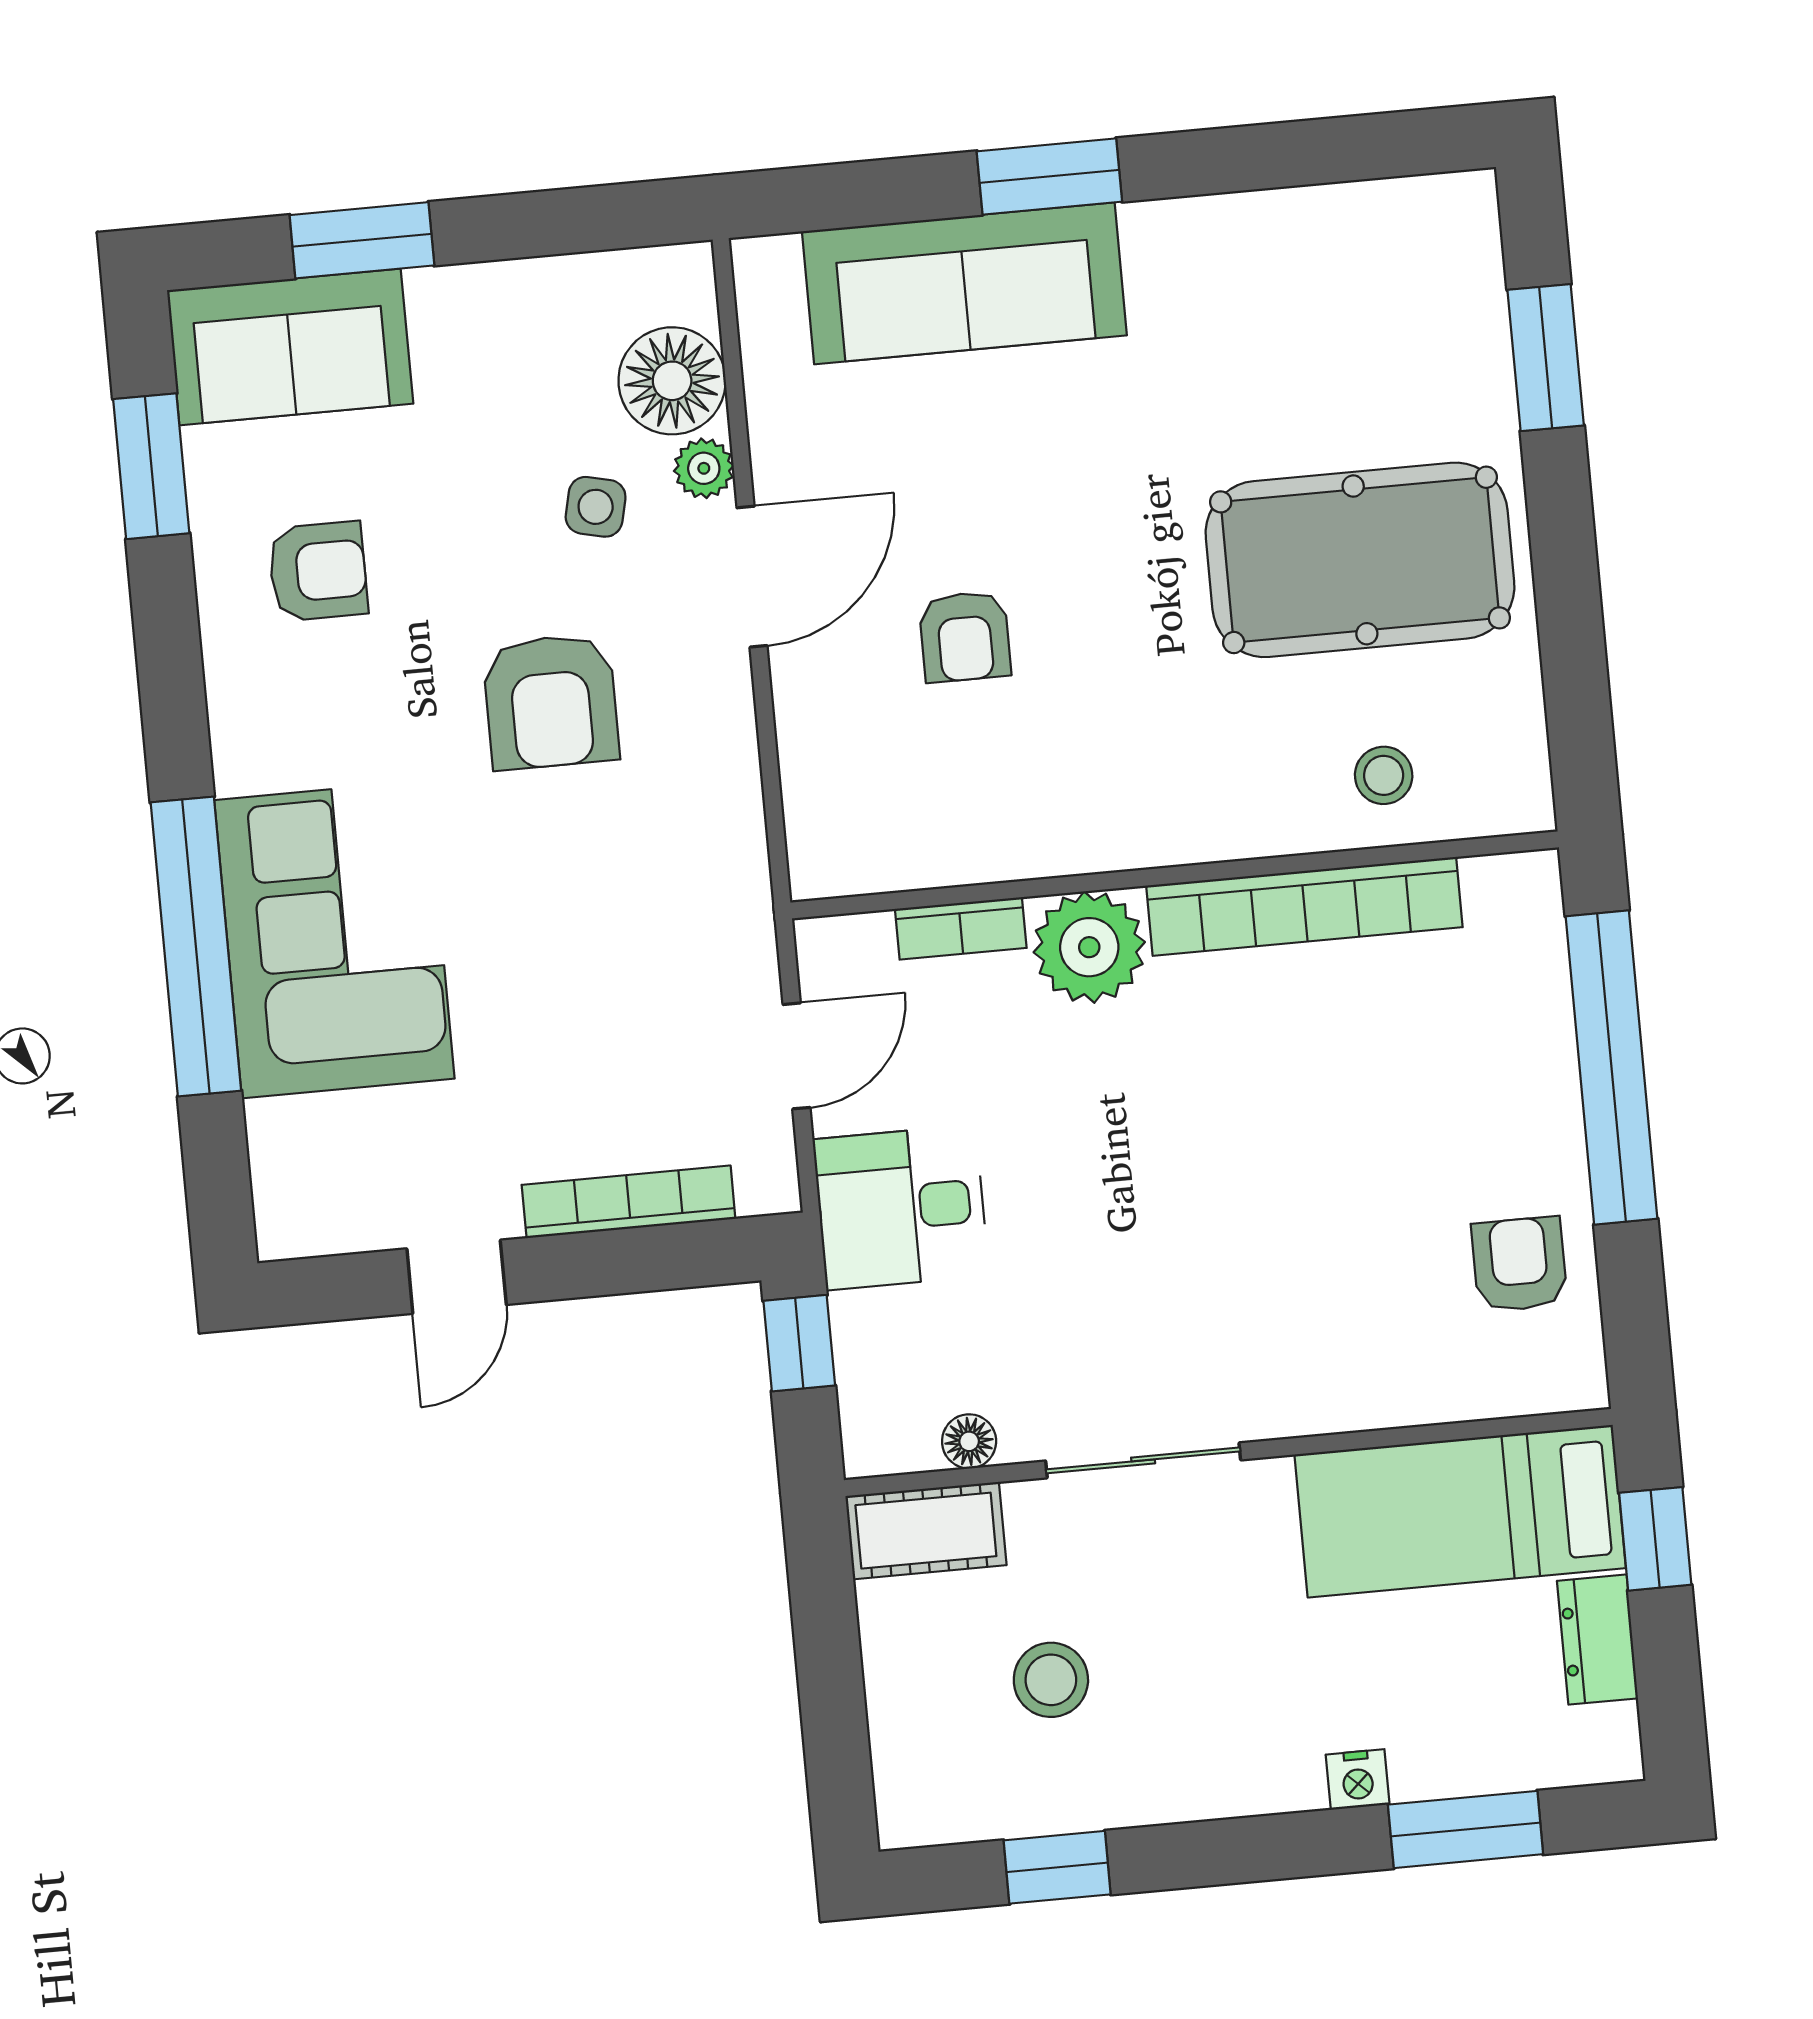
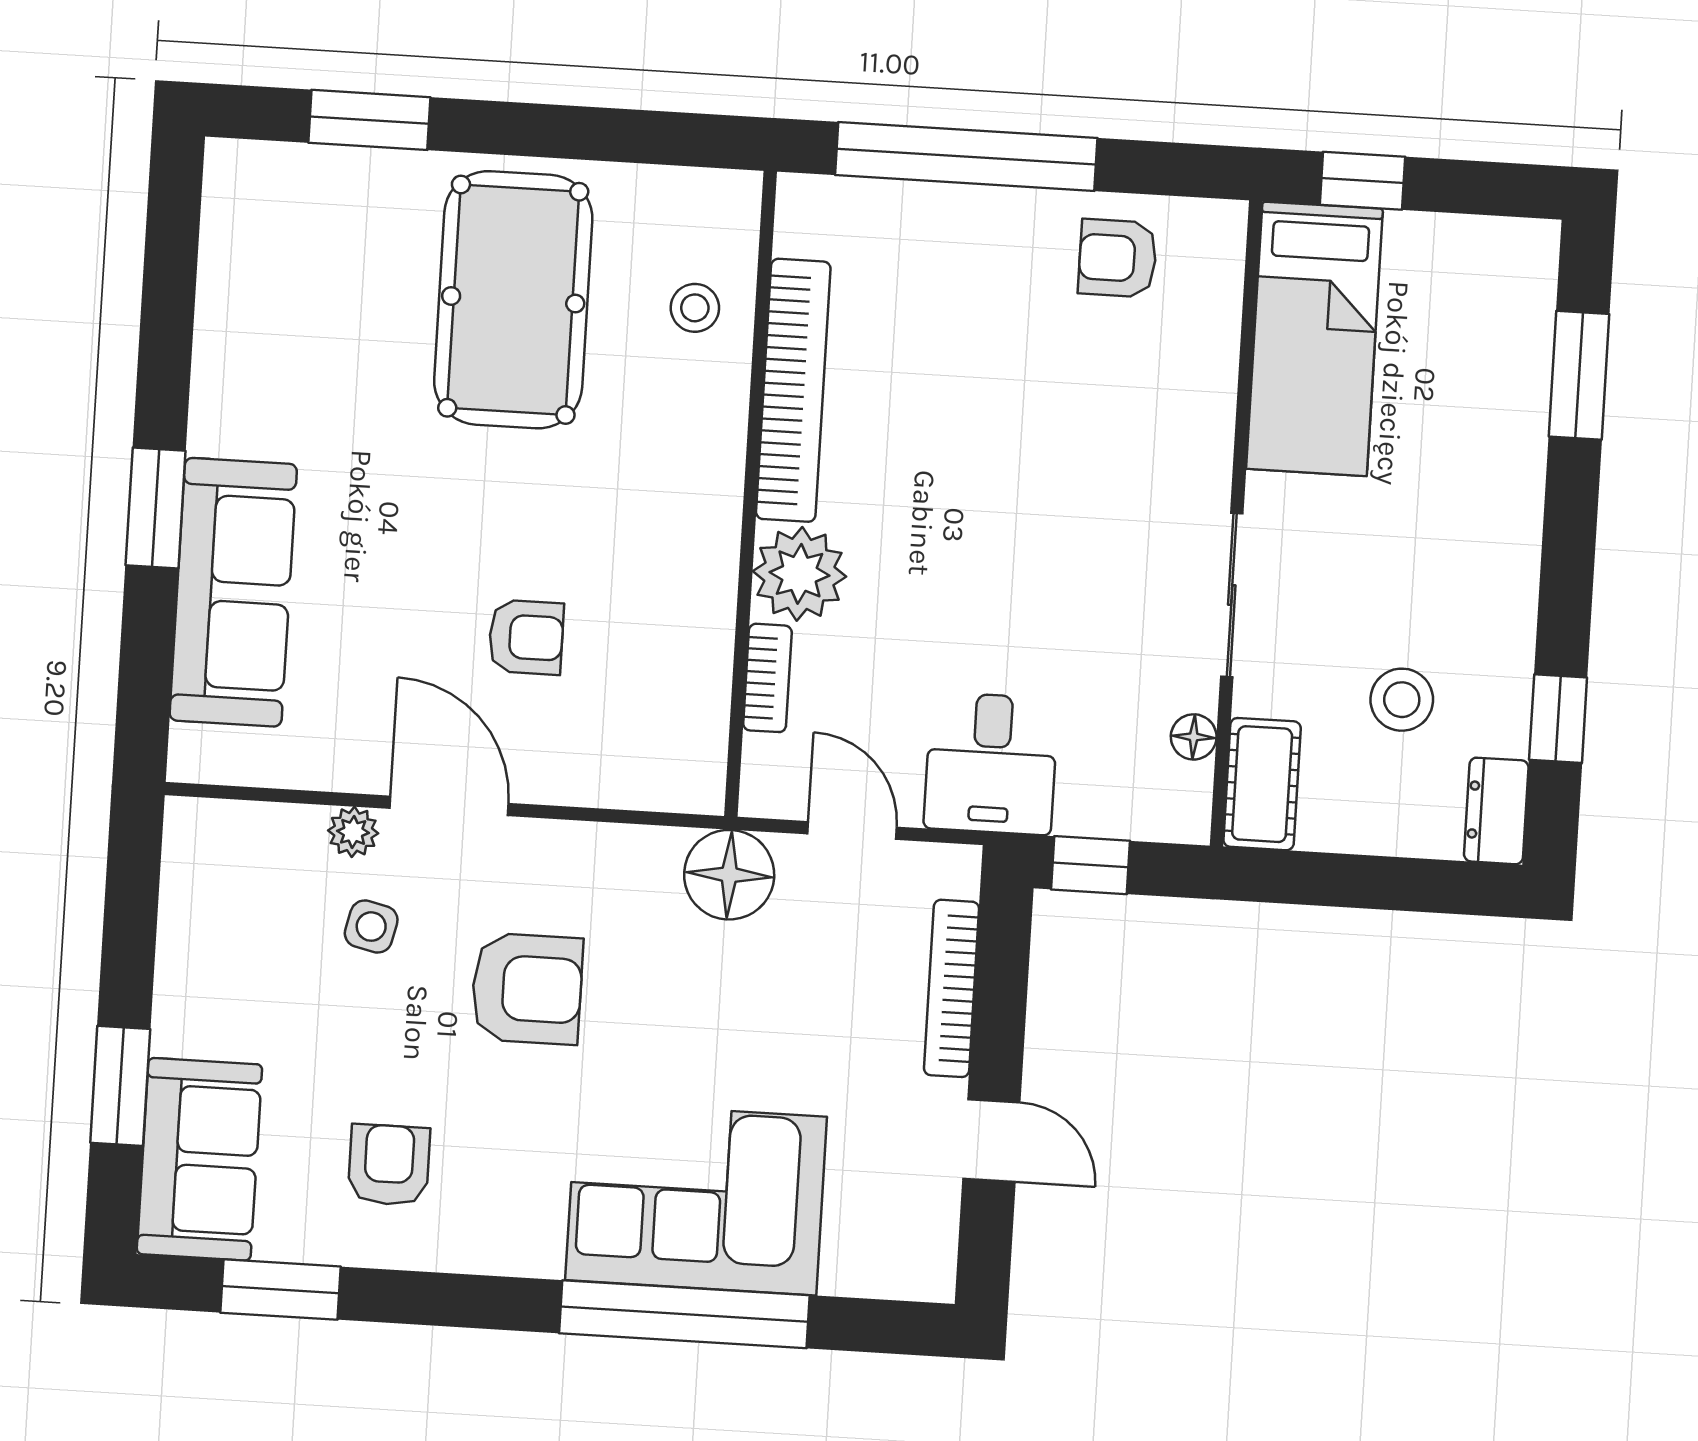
floor lamp: (672, 381) -> (729, 875), moved
dresser: (1597, 1640) -> (1496, 811), moved, turned 90
nightstand: (1358, 1780) -> (1524, 458), removed

